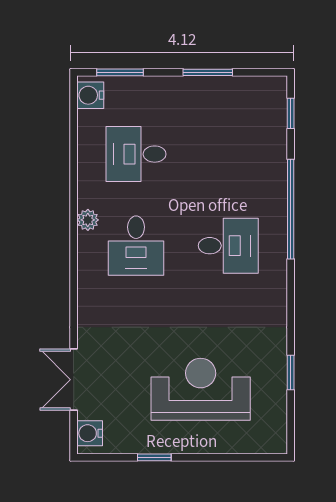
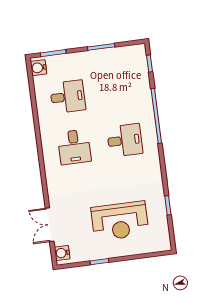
desk: (136, 154) -> (68, 97), turned 180
plant: (88, 220) -> (46, 136), removed
reception desk: (201, 389) -> (120, 221), turned 180

